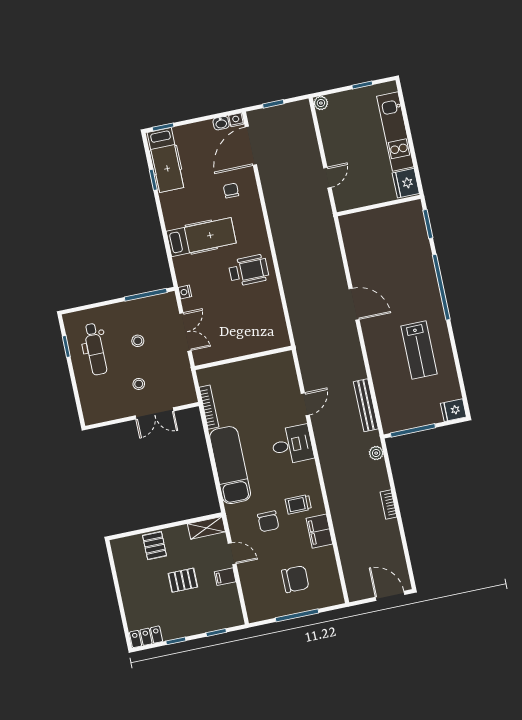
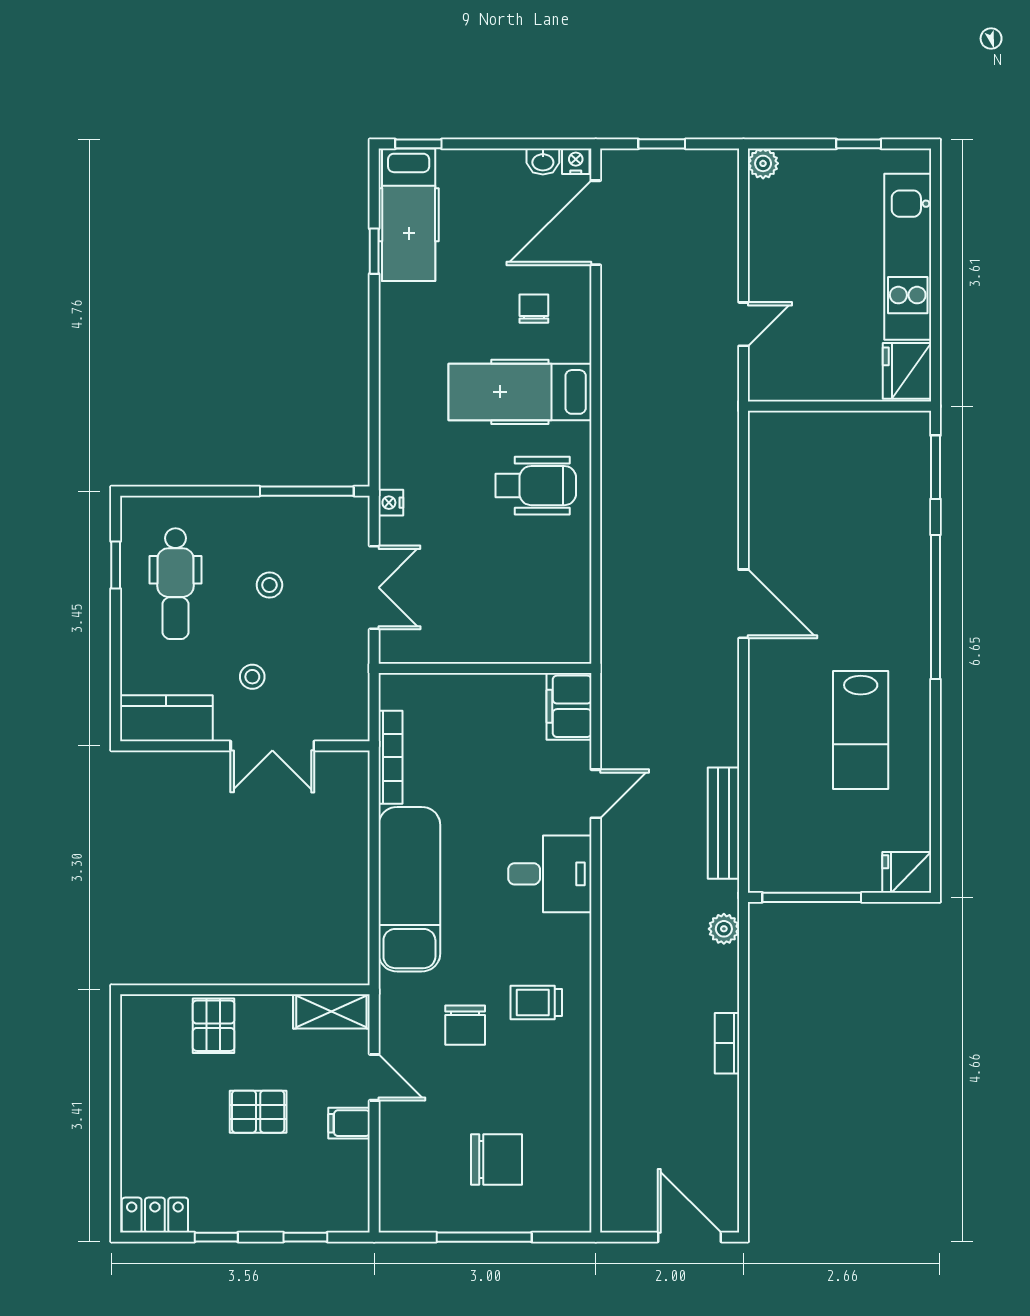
hospital bed: (201, 237) -> (520, 392), moved, turned 180
kitchen counter: (104, 411) -> (166, 718), added
filing cabinet: (319, 531) -> (569, 706), moved

